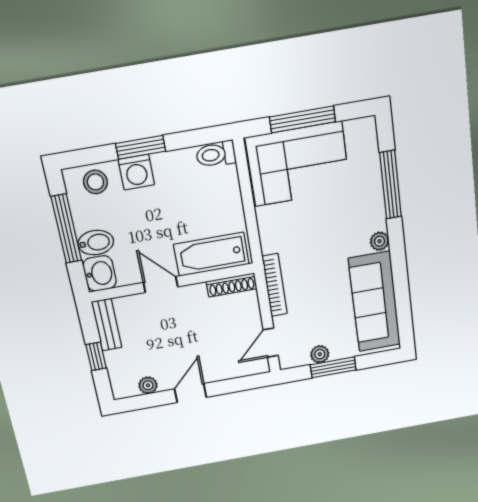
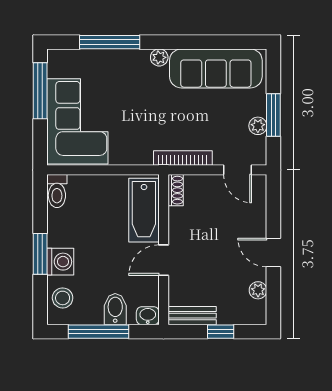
window: (302, 119) -> (40, 91), moved
washbasin: (100, 273) -> (148, 316), width x0.72, depth x0.69
shoe rack: (232, 285) -> (176, 190), width x0.70

